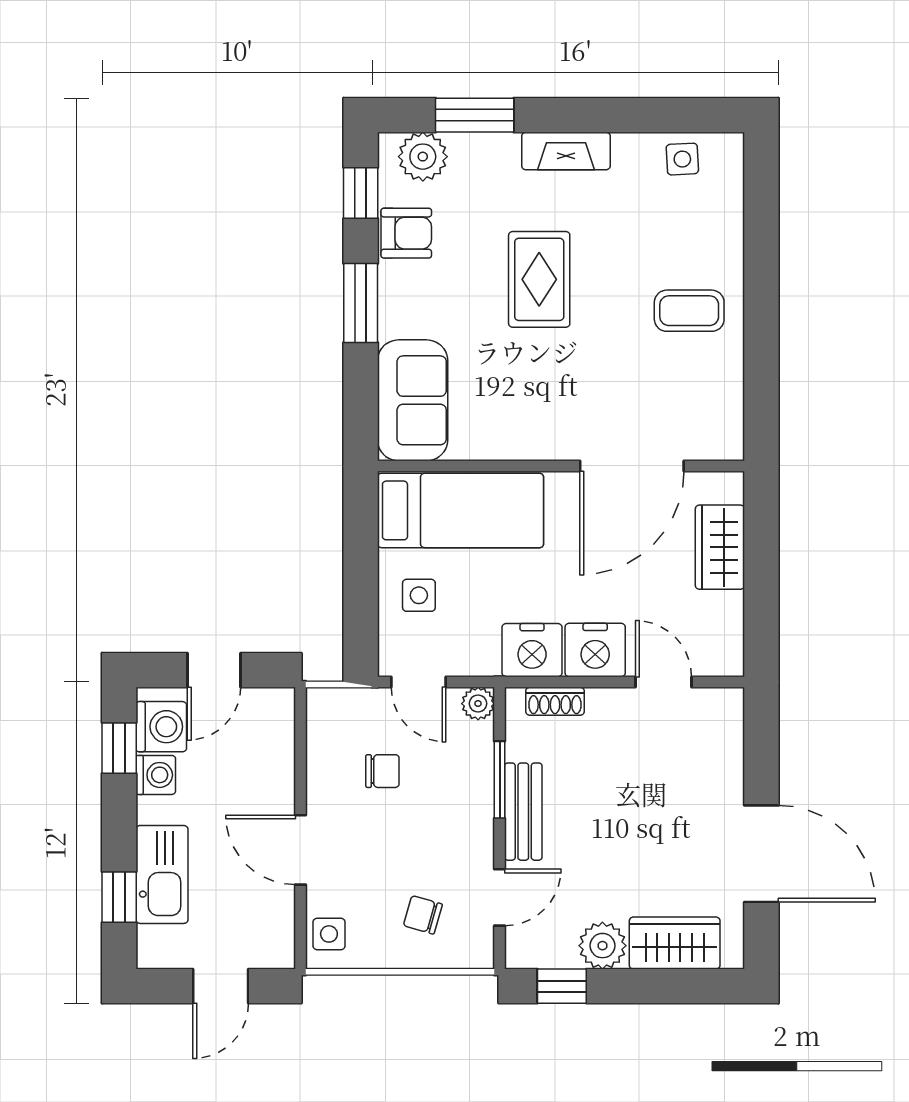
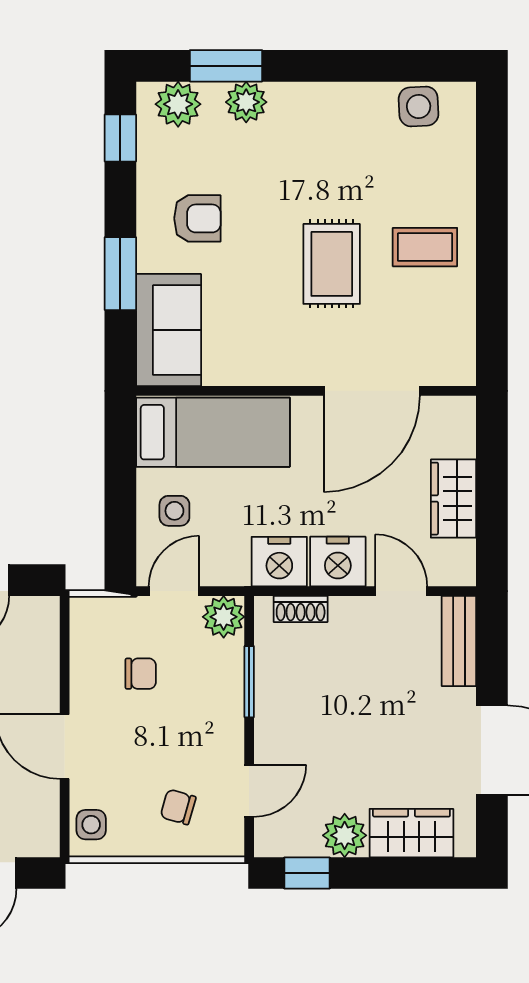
fireplace: (566, 151) -> (311, 99), removed
plant: (496, 154) -> (246, 102), added
side table: (682, 159) -> (419, 106), width x1.37, depth x1.37
armchair: (406, 233) -> (197, 218), moved
rug: (539, 279) -> (332, 264), moved
window: (361, 303) -> (120, 274), moved
wardrobe: (720, 547) -> (453, 499), moved
door: (418, 682) -> (174, 591), swing flipped
plant: (478, 704) -> (224, 617), width x1.38, depth x1.38
bench: (523, 812) -> (459, 641), moved

